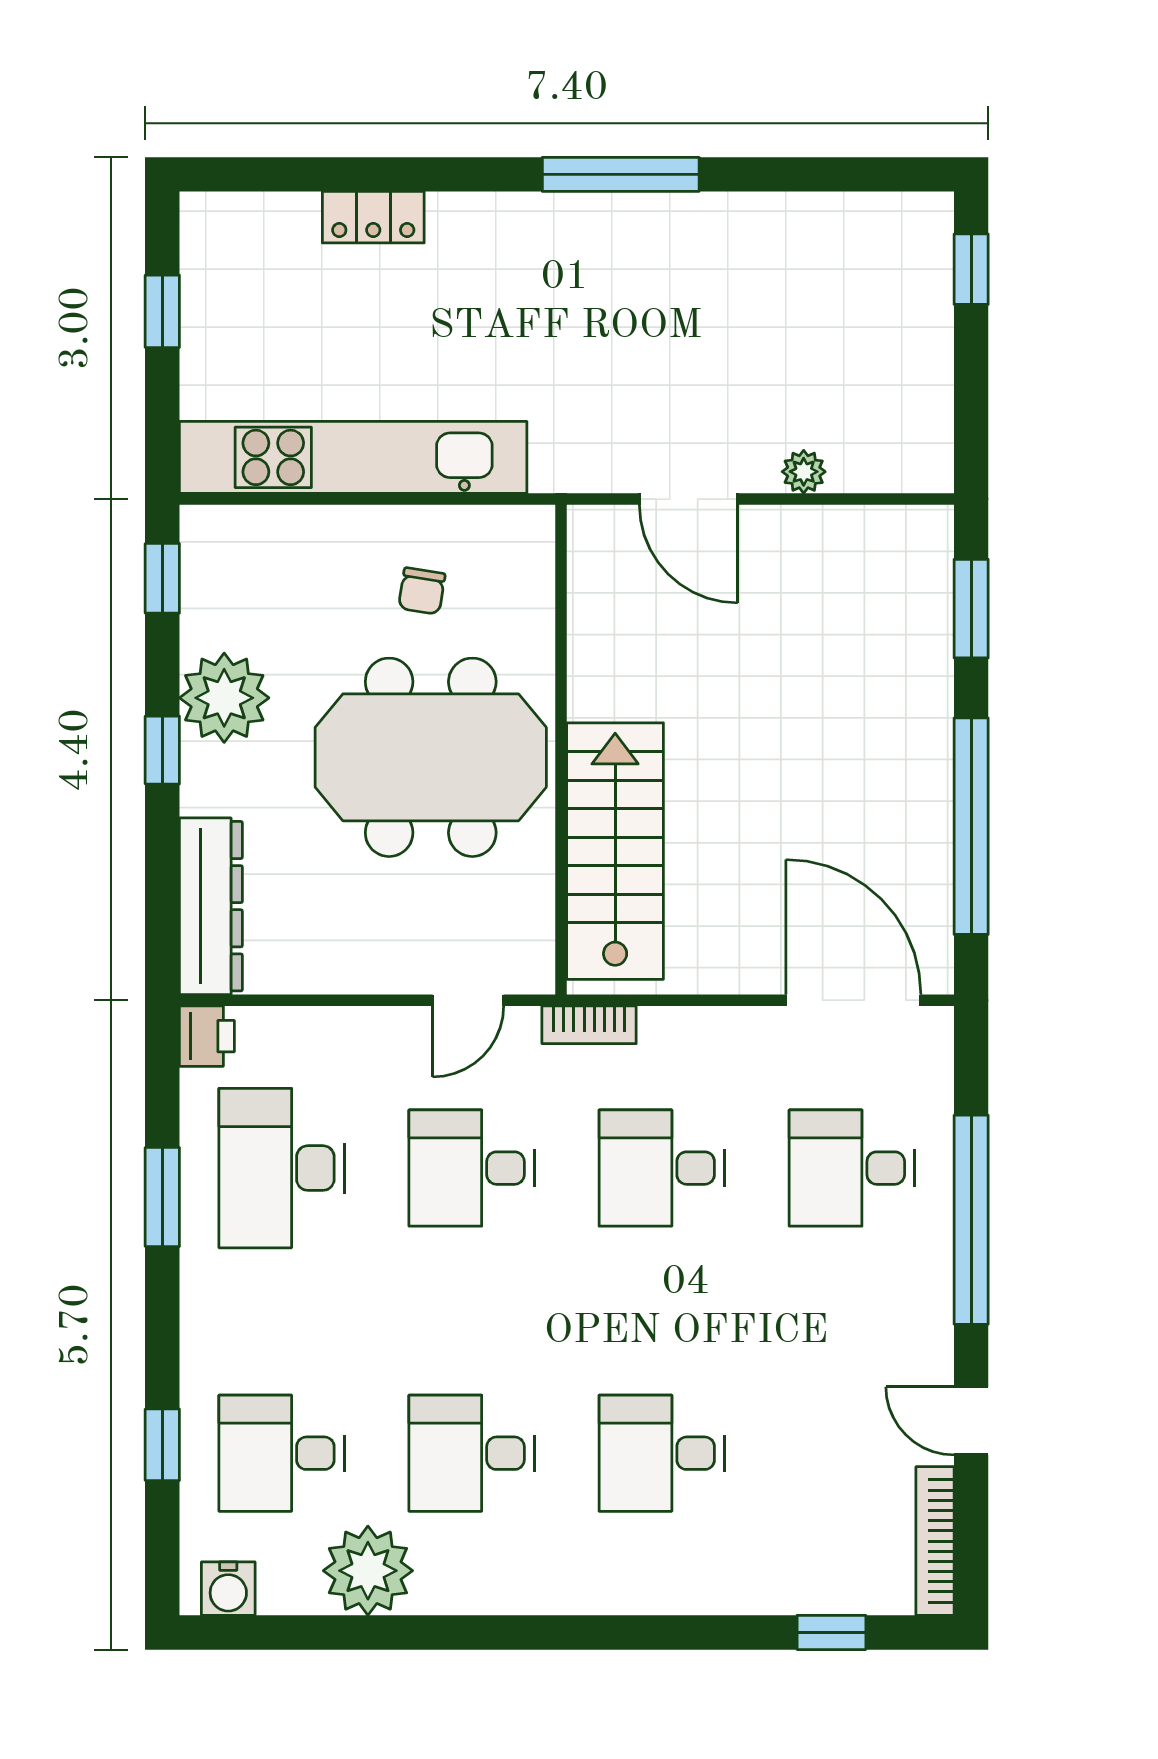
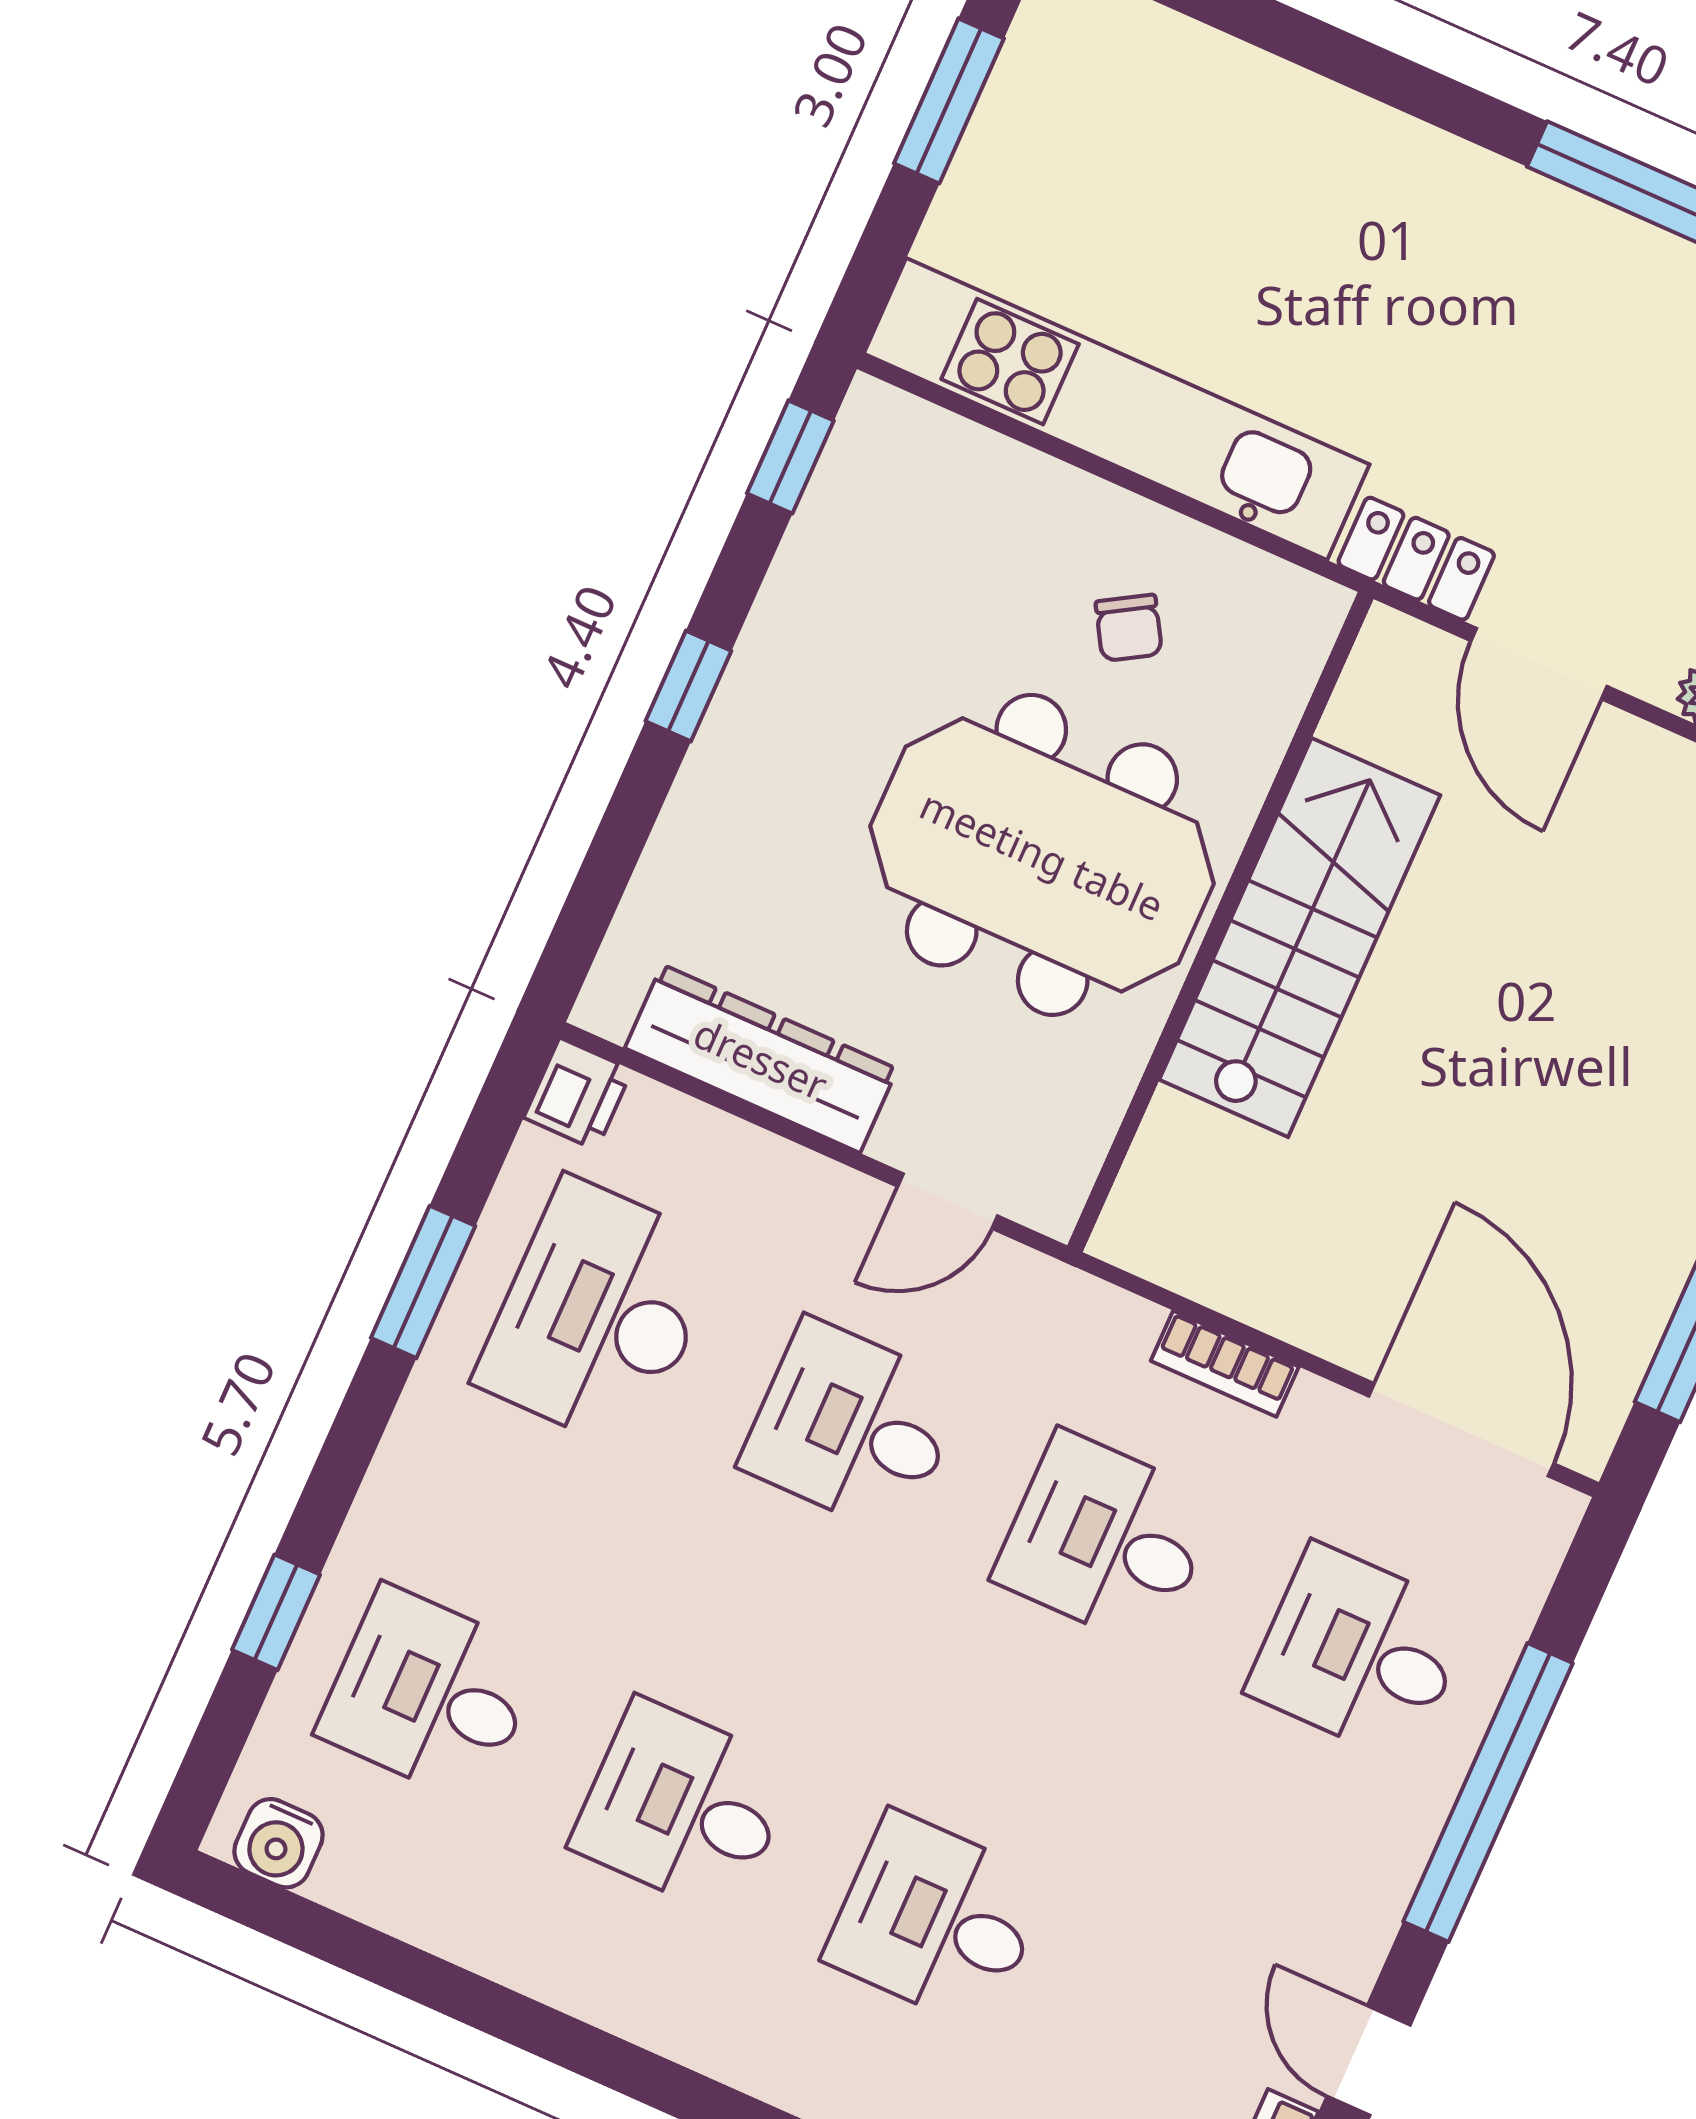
locker: (373, 217) -> (1416, 559), moved, turned 180
window: (162, 311) -> (949, 101), width x1.50
chair: (422, 591) -> (1129, 628), turned -40
plant: (224, 698) -> (802, 653), removed
stairs: (615, 851) -> (1300, 937), moved
dresser: (211, 906) -> (761, 1059), moved, turned -90
bookcase: (589, 1025) -> (1225, 1364), moved
plant: (368, 1571) -> (475, 1902), removed

